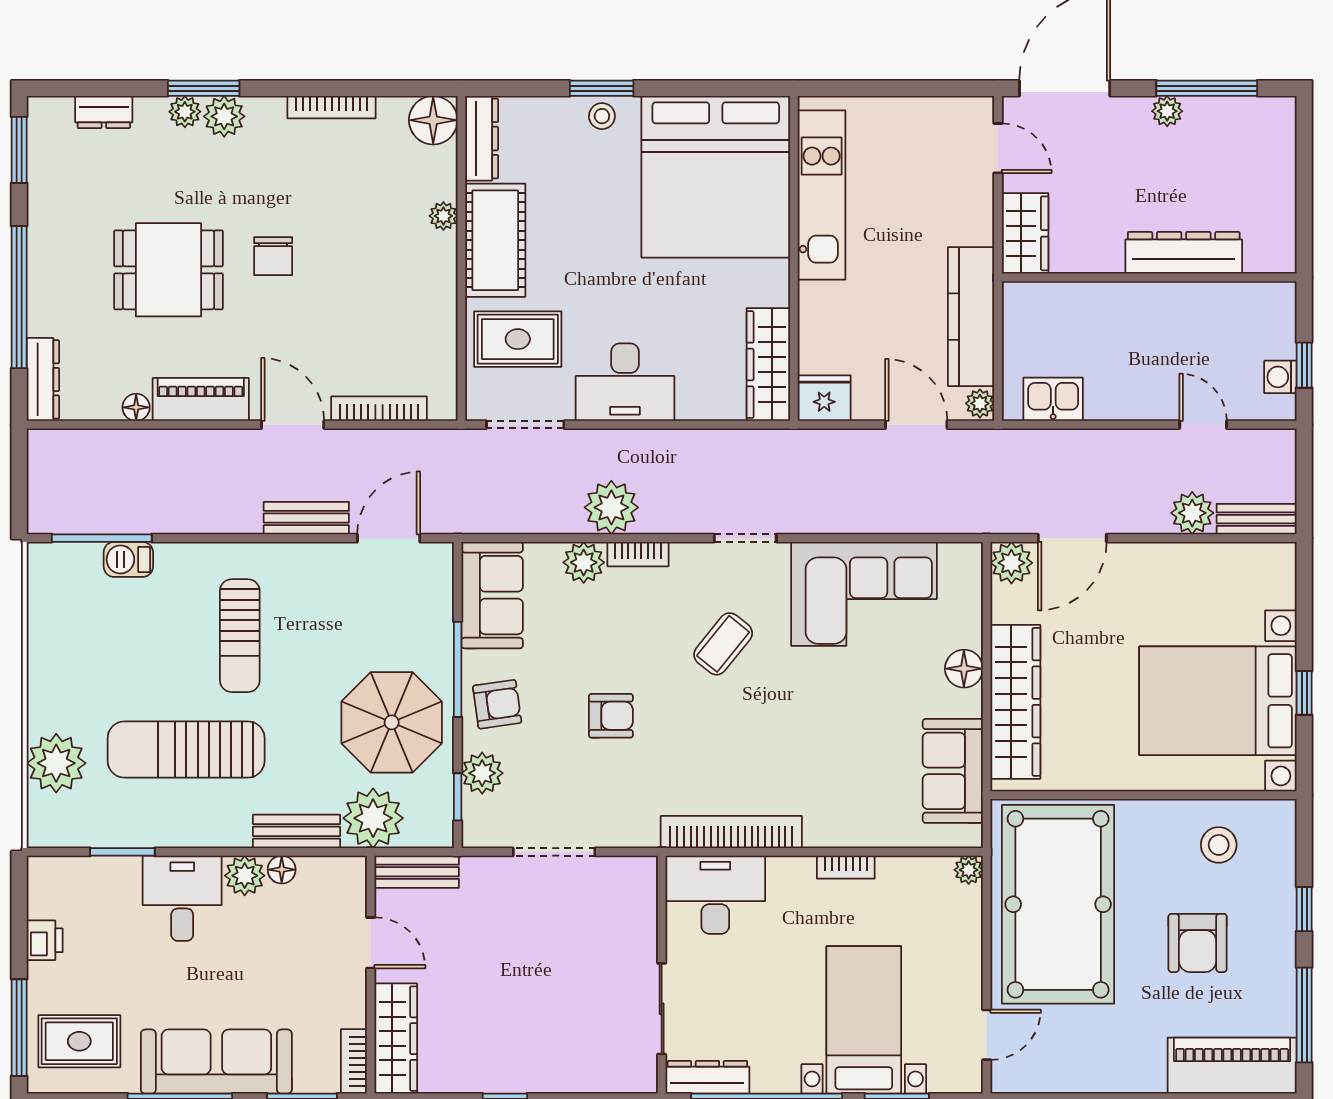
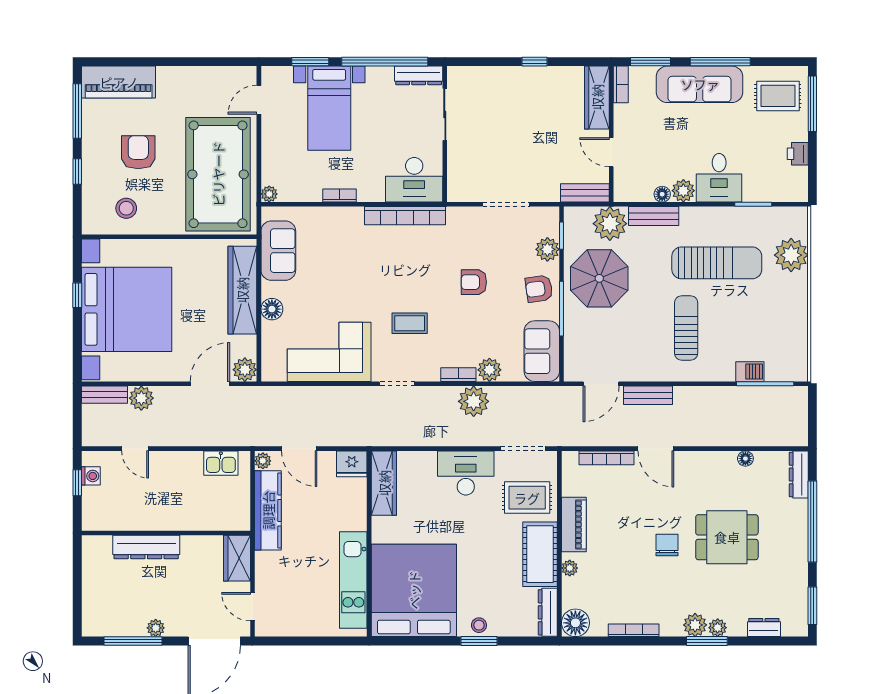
piano: (201, 399) -> (574, 525), moved, turned -90
coffee table: (723, 644) -> (410, 323), turned 51
bed with nightstands: (1218, 701) -> (127, 309), width x1.36

